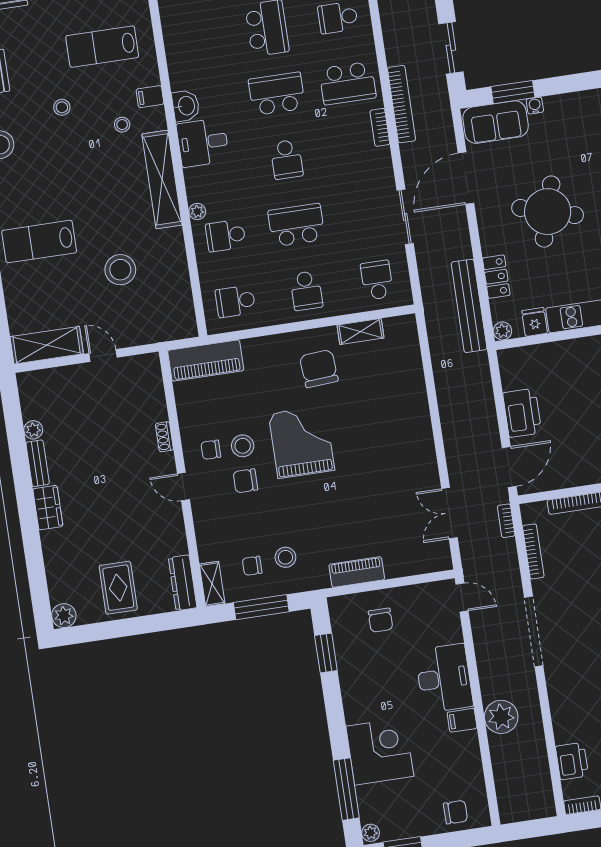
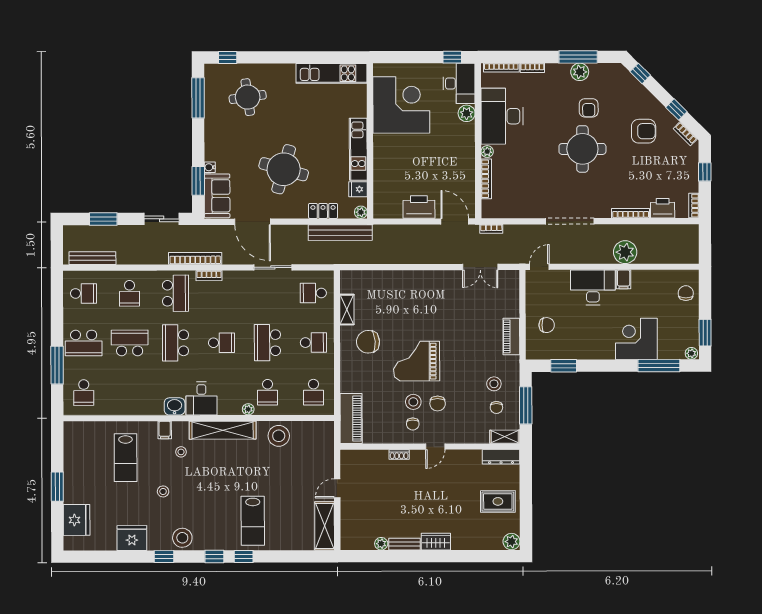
stool: (120, 270) -> (279, 436), moved
bookcase: (533, 551) -> (631, 213), moved

